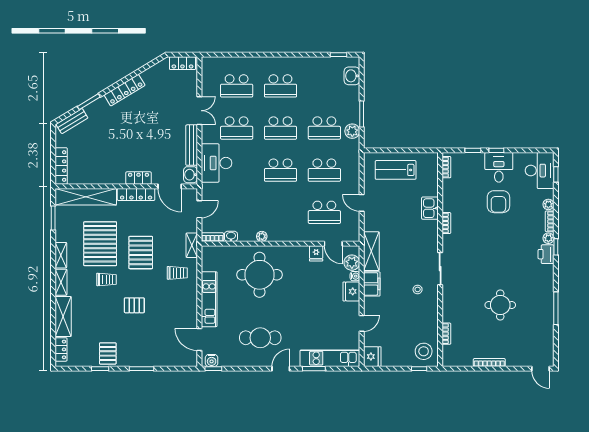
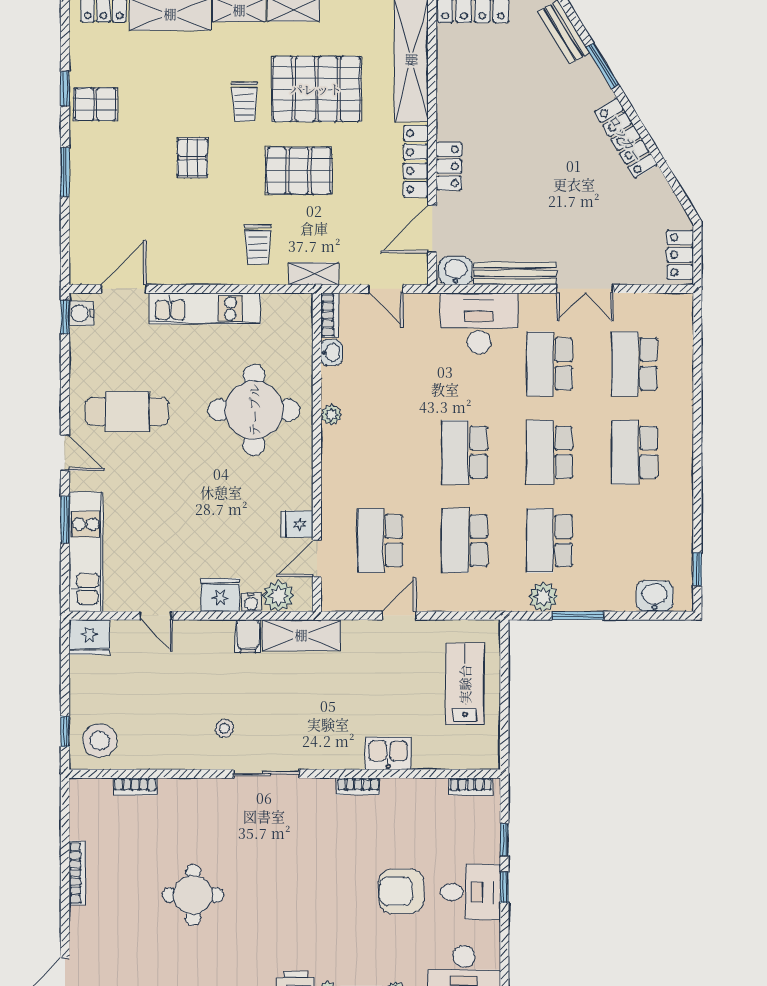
filing cabinet: (372, 284) -> (248, 636), width x0.50
cafe table: (260, 338) -> (127, 411), turned 90

